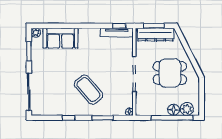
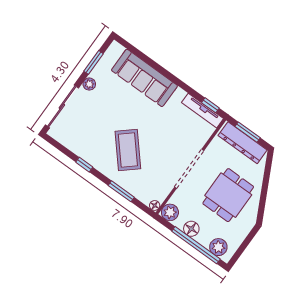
plant: (36, 33) -> (89, 84), moved
sofa: (61, 38) -> (144, 78), width x1.36
dining table: (170, 73) -> (228, 195), turned 90
plant: (142, 109) -> (170, 212), added
floor lamp: (174, 110) -> (191, 229), moved

